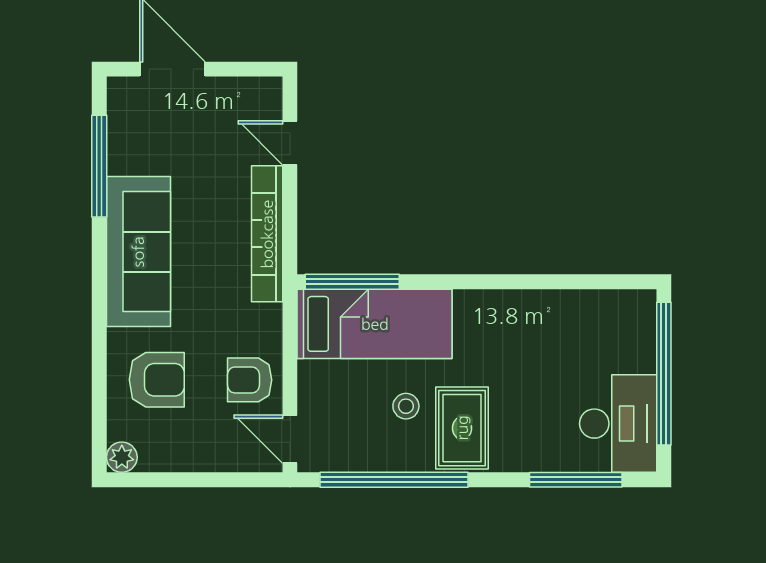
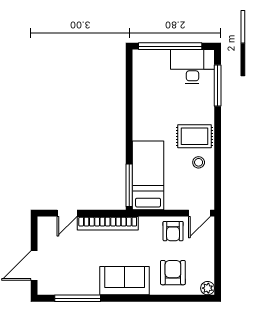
sofa: (138, 252) -> (125, 281), width x0.73
stool: (406, 406) -> (199, 162), moved
window: (394, 480) -> (218, 167), removed

